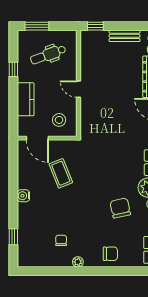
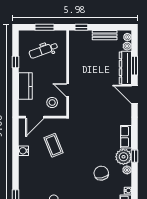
window: (37, 26) -> (45, 27), moved
door: (78, 89) -> (68, 90), moved
door: (37, 138) -> (35, 117), hinge flipped
water cooler: (23, 196) -> (24, 151), moved

